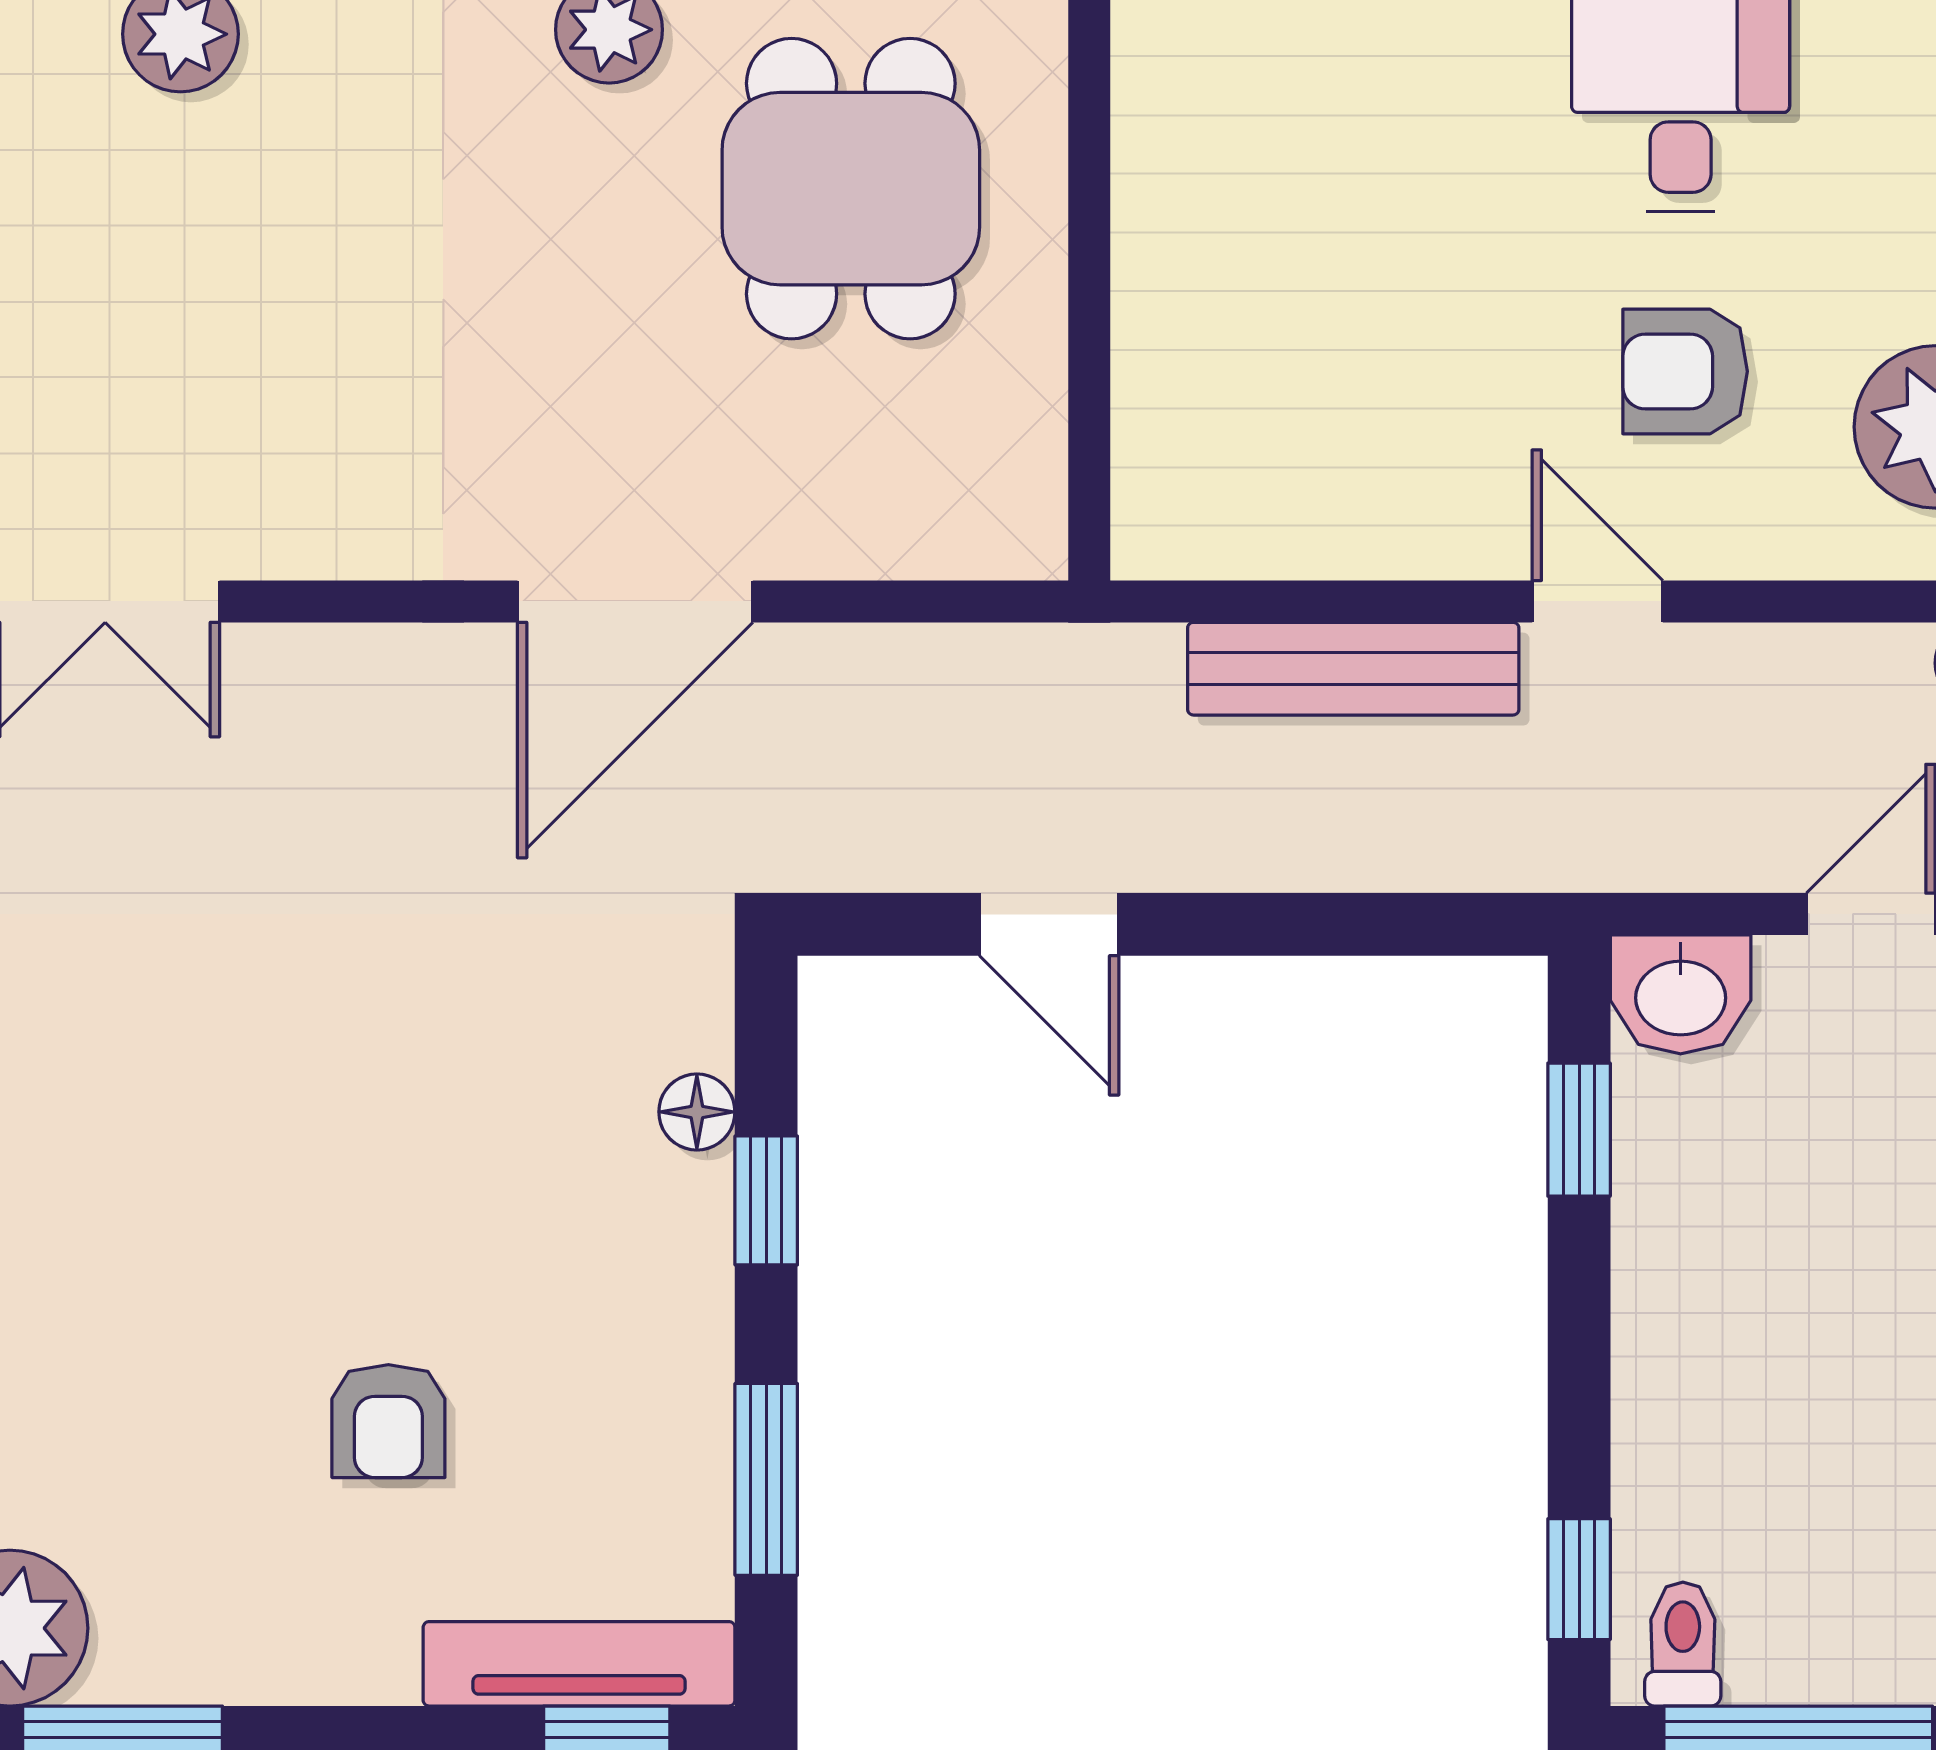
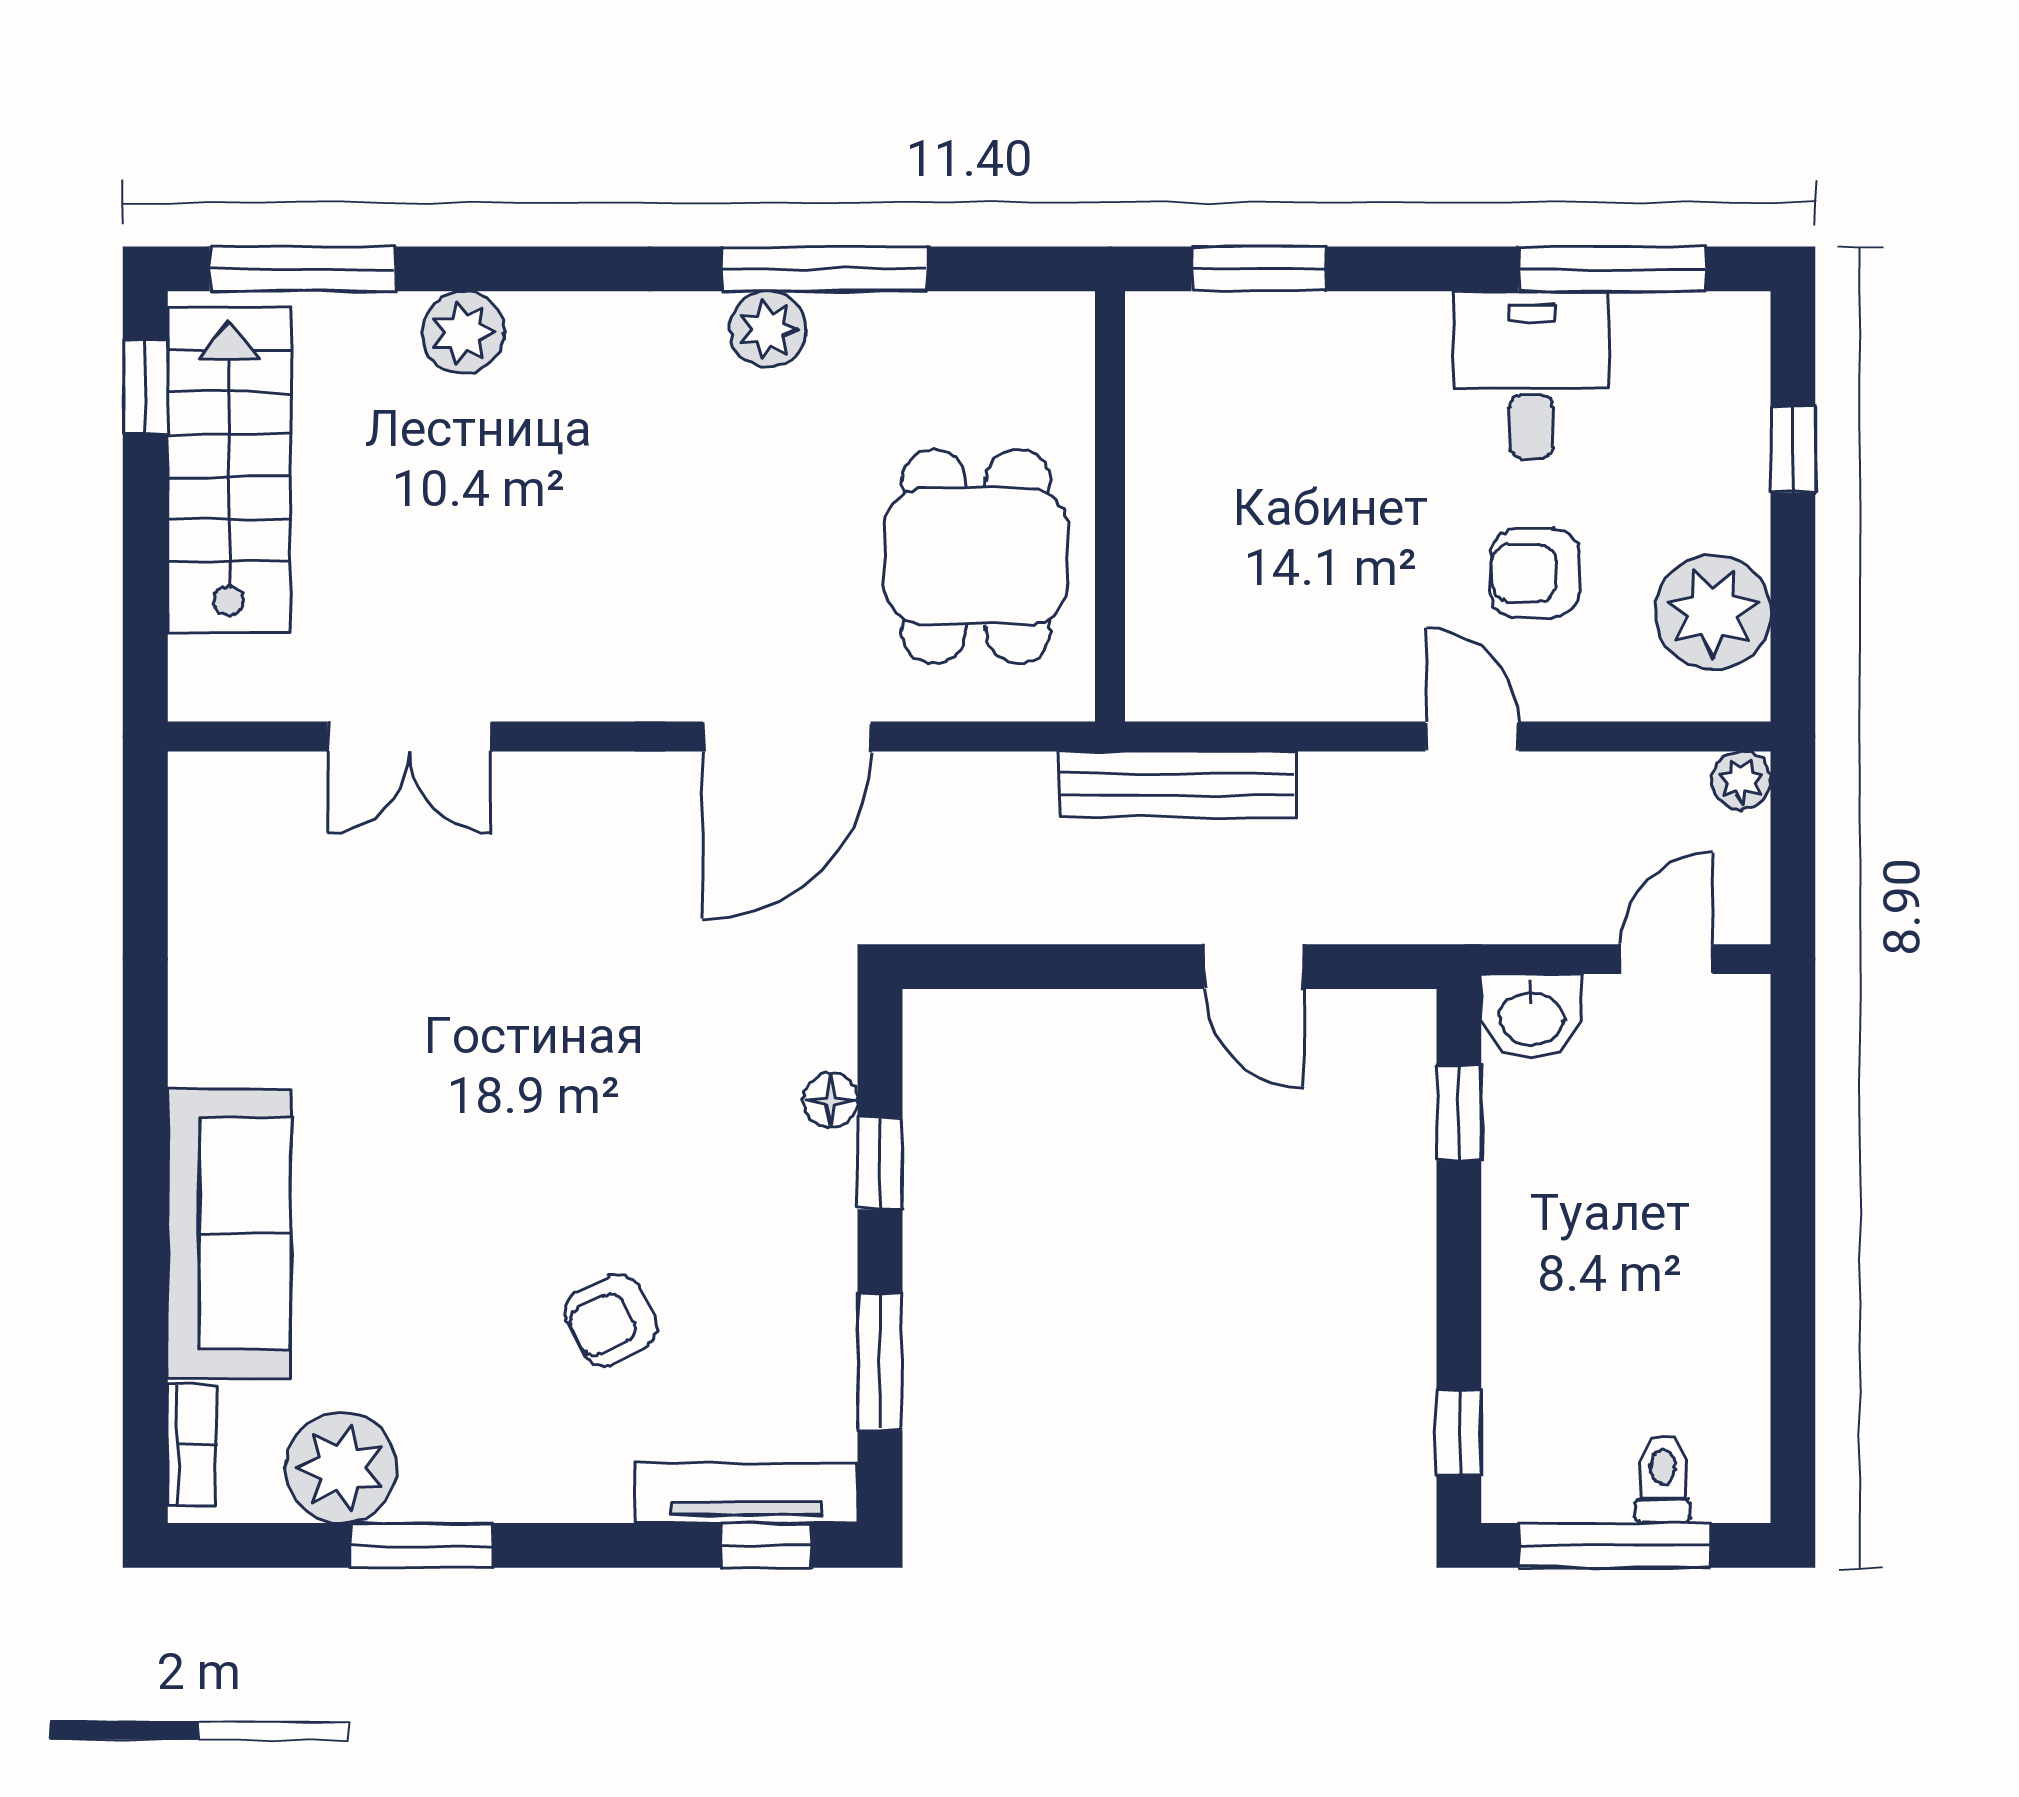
dining table: (851, 189) -> (976, 556), moved
bench: (1353, 669) -> (1178, 784), moved
door: (1049, 924) -> (1254, 967), moved
armchair: (388, 1421) -> (611, 1320), turned 63
toilet: (1683, 1644) -> (1663, 1479), moved

